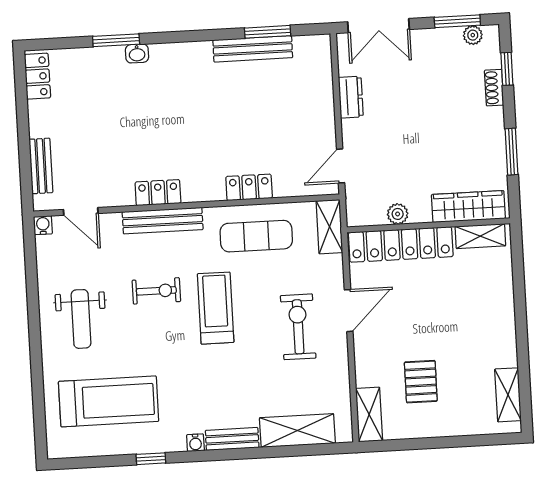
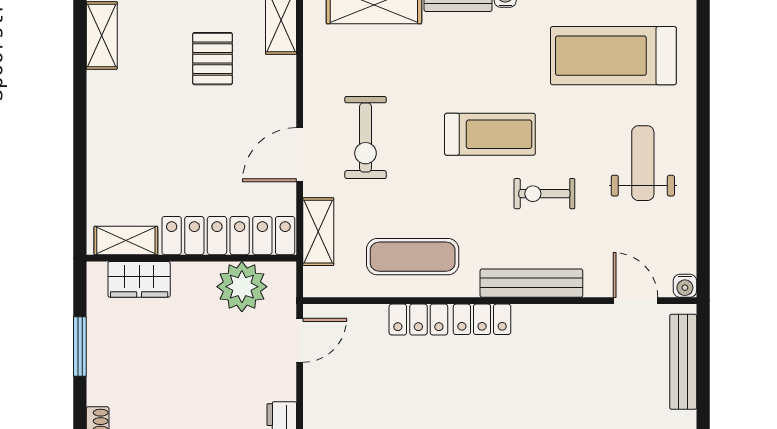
bench: (41, 166) -> (683, 362), width x1.36
locker: (158, 193) -> (482, 319), moved
wardrobe: (468, 206) -> (139, 279), width x0.67
plant: (398, 214) -> (242, 287), width x1.88, depth x1.88
shelving: (329, 227) -> (318, 232), moved
treadmill: (216, 308) -> (490, 134), moved, turned -90

